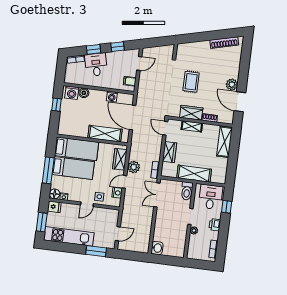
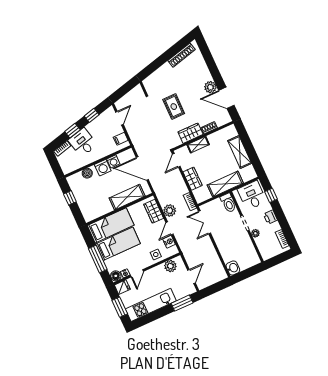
washing machine: (72, 93) -> (103, 168), moved
door: (165, 128) -> (176, 160), hinge flipped
shelving: (224, 142) -> (240, 152), moved
door: (87, 204) -> (137, 273), moved
plant: (106, 214) -> (170, 266), added

